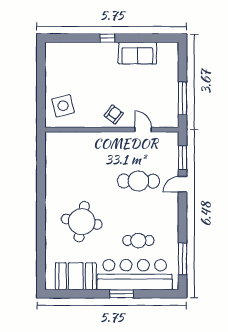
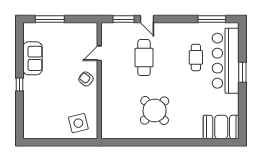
window: (182, 98) -> (50, 19), moved
round table: (82, 222) -> (155, 111), moved, turned 36
booth: (76, 276) -> (221, 127), moved, turned 90

